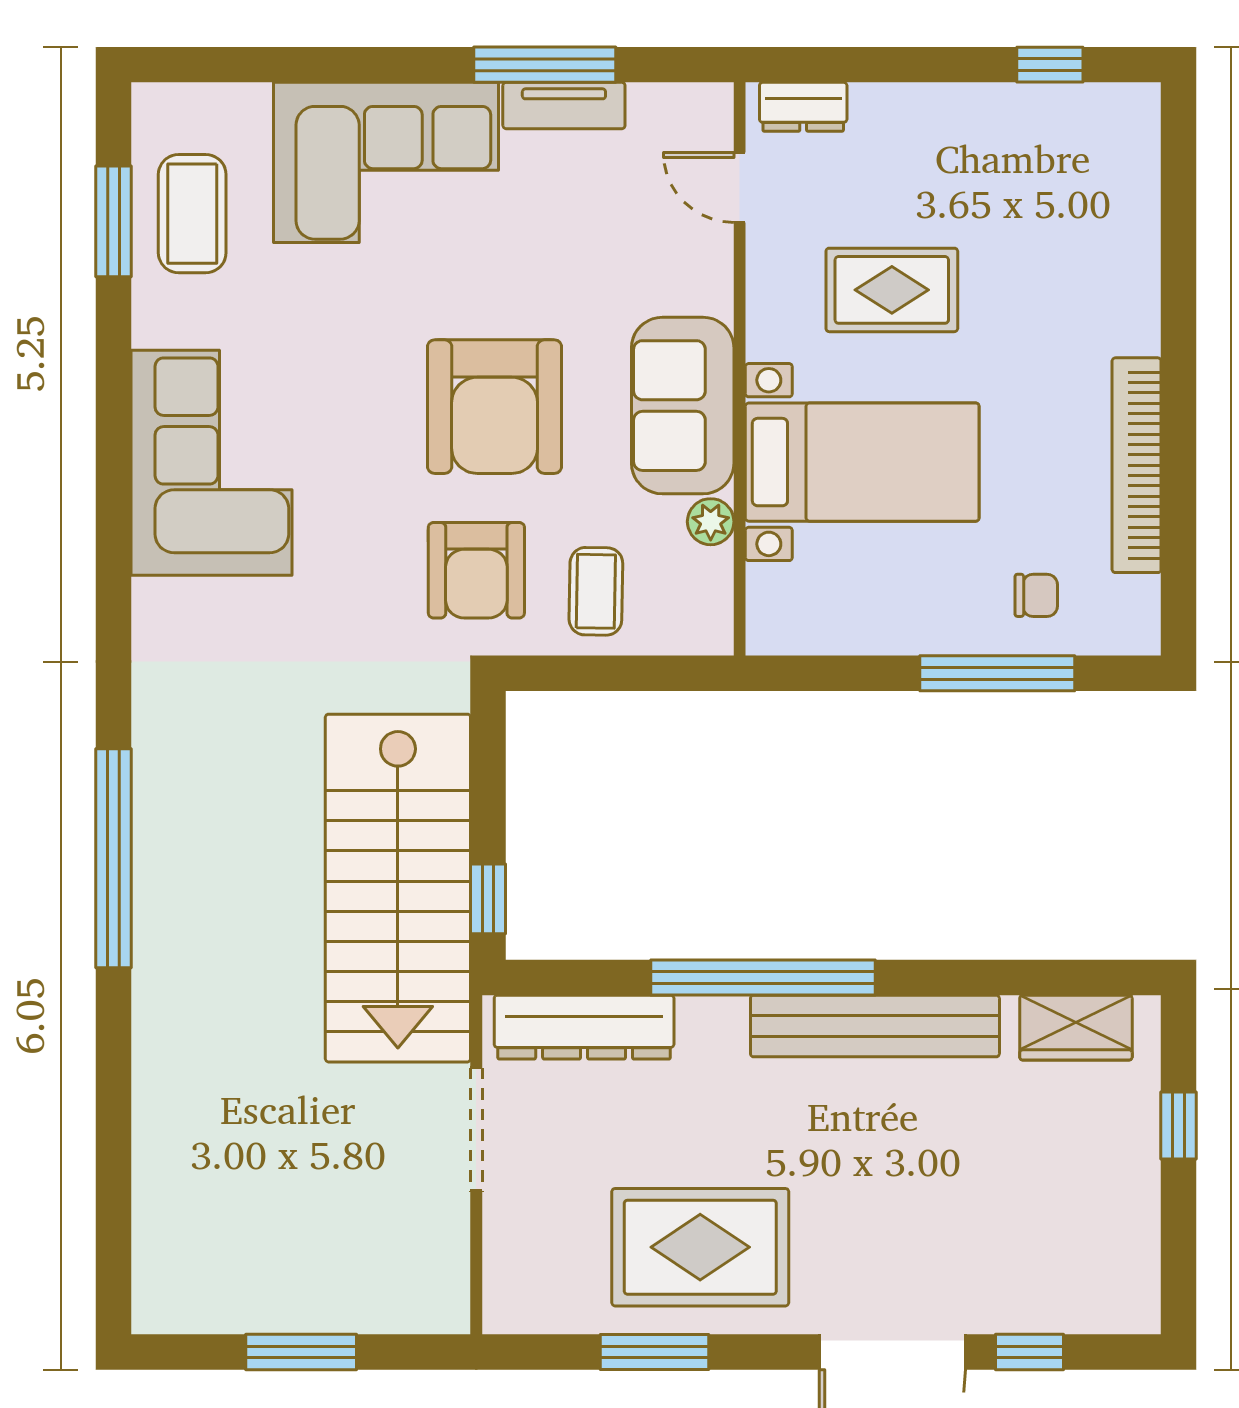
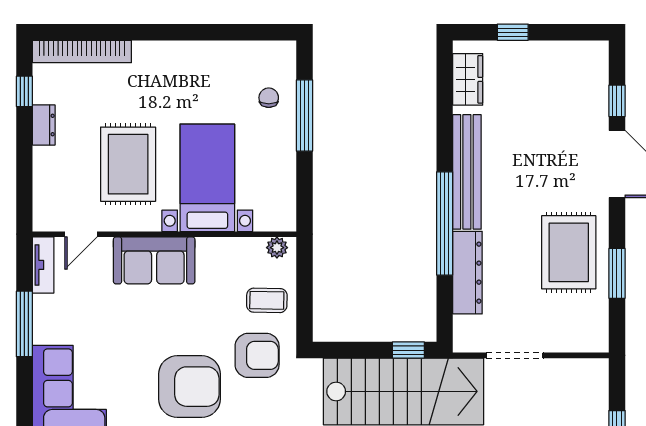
tv unit: (564, 106) -> (43, 265), moved
dresser: (803, 107) -> (44, 125), moved
rug: (892, 290) -> (128, 164), width x1.36, depth x1.43
sofa: (683, 406) -> (154, 260), moved
armchair: (495, 407) -> (189, 387), moved
bookcase: (1137, 465) -> (82, 52), moved
plant: (711, 522) -> (277, 248), moved
dresser: (584, 1027) -> (467, 273), moved

